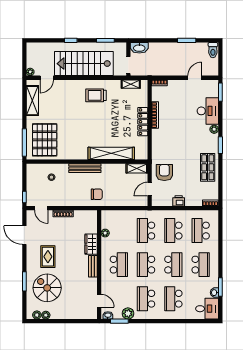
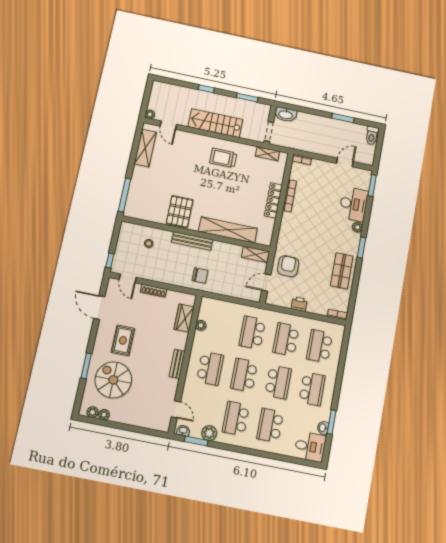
stairs: (84, 64) -> (215, 123), width x0.73, depth x0.66
door: (47, 78) -> (168, 125), hinge flipped
pallet: (45, 140) -> (180, 212), moved, width x0.73, depth x0.71
wardrobe: (91, 244) -> (184, 318), moved

